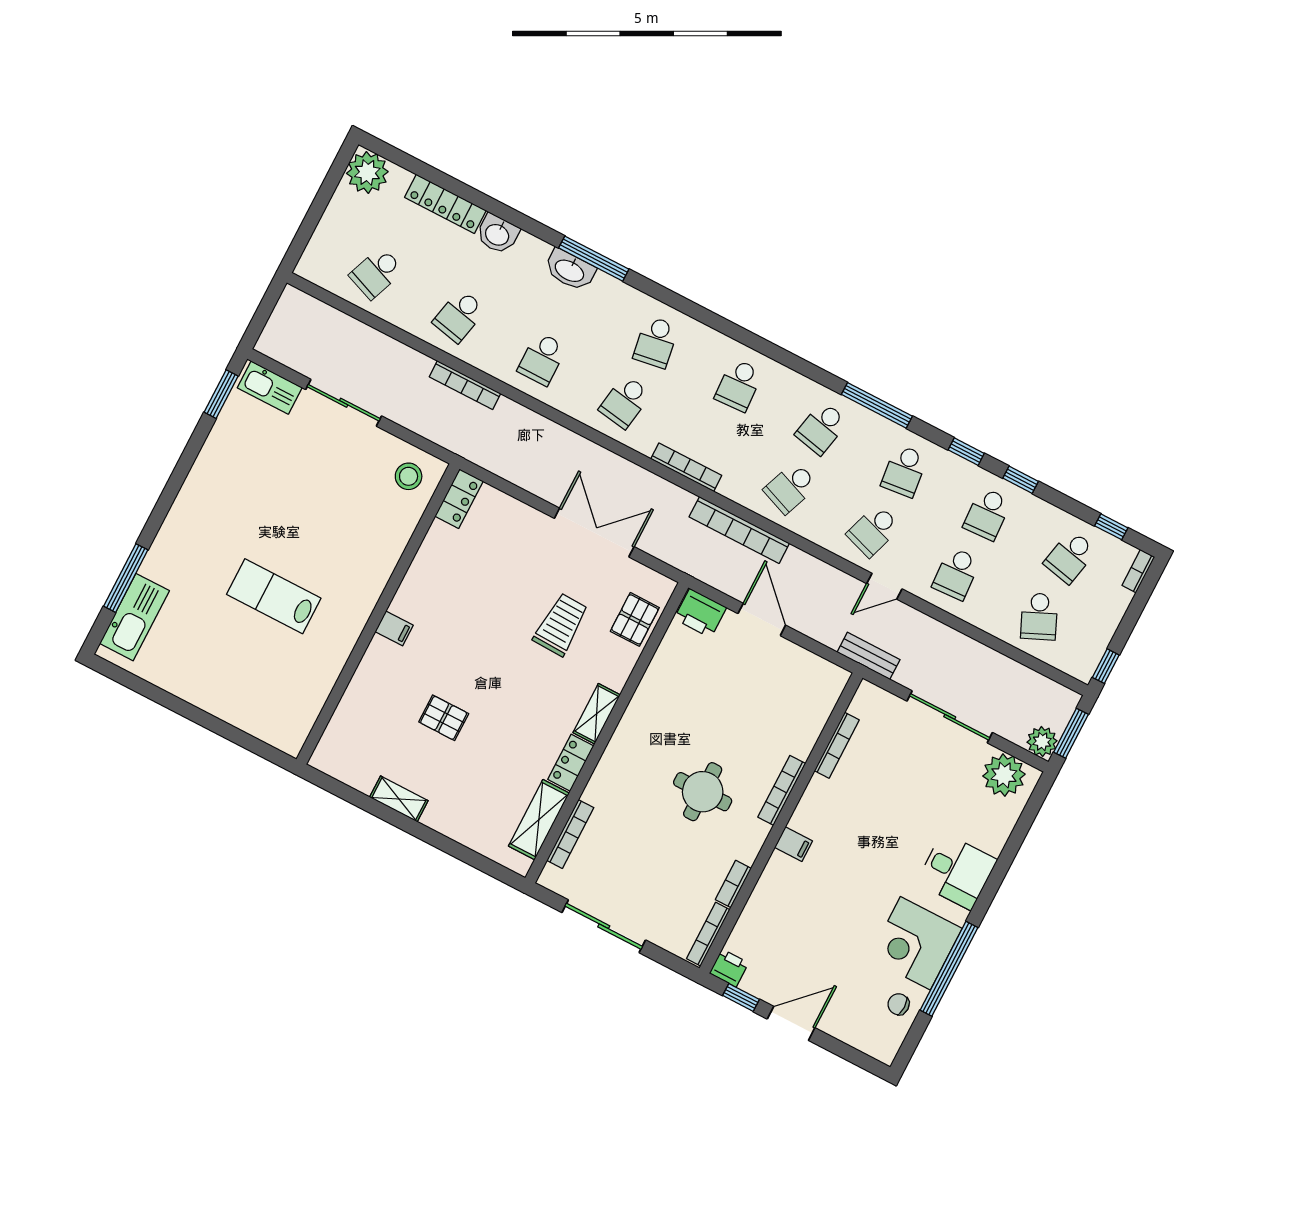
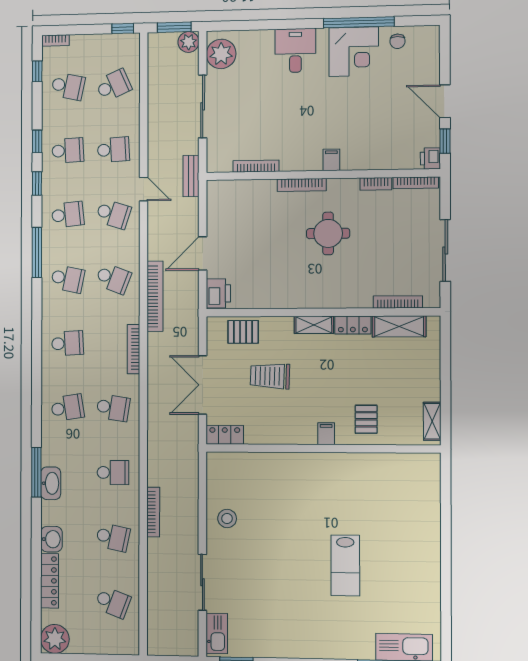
locker: (459, 499) -> (225, 435), moved
wall: (378, 614) -> (323, 448), moved
filing cabinet: (394, 628) -> (326, 434), moved

